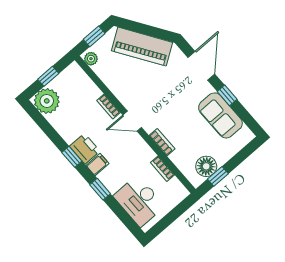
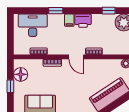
door: (132, 121) -> (76, 57), swing flipped
window: (72, 157) -> (109, 11), moved
window: (218, 176) -> (10, 86), moved

